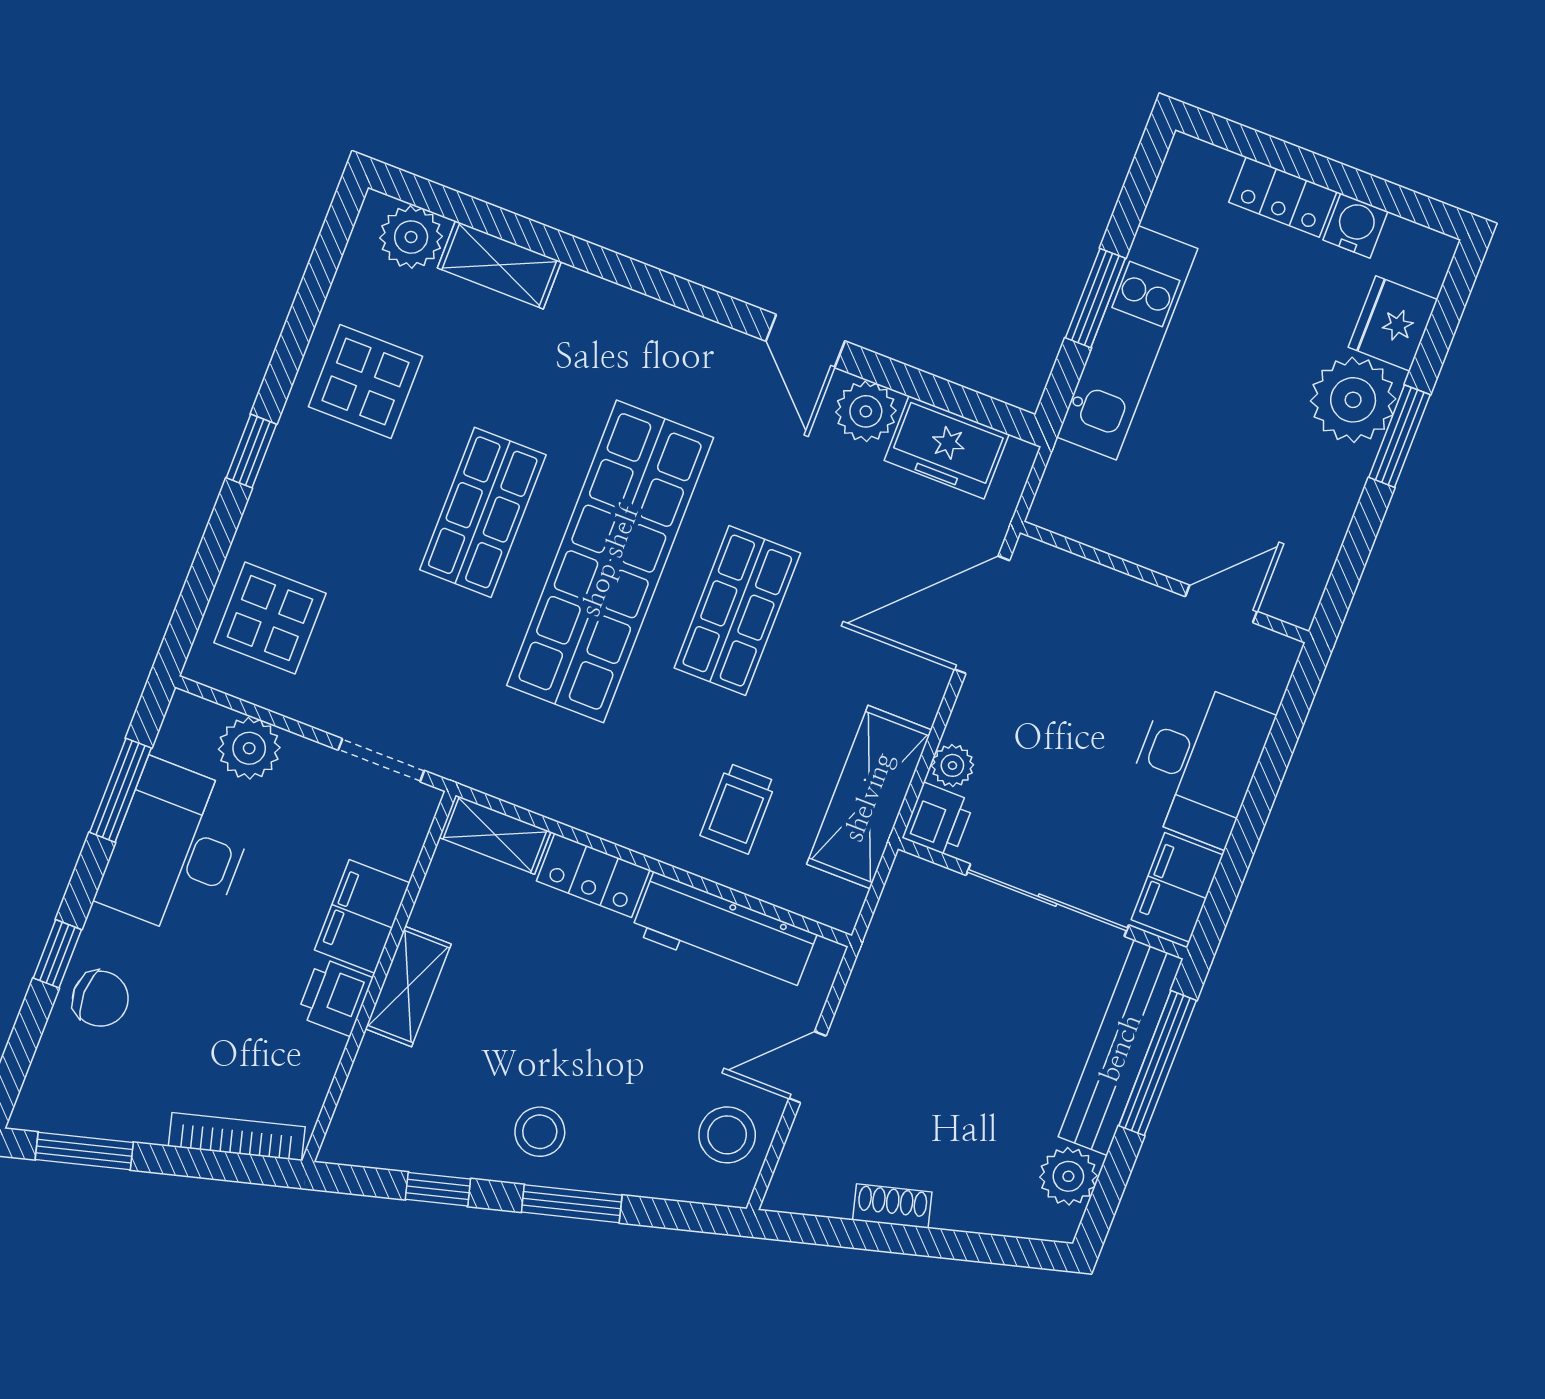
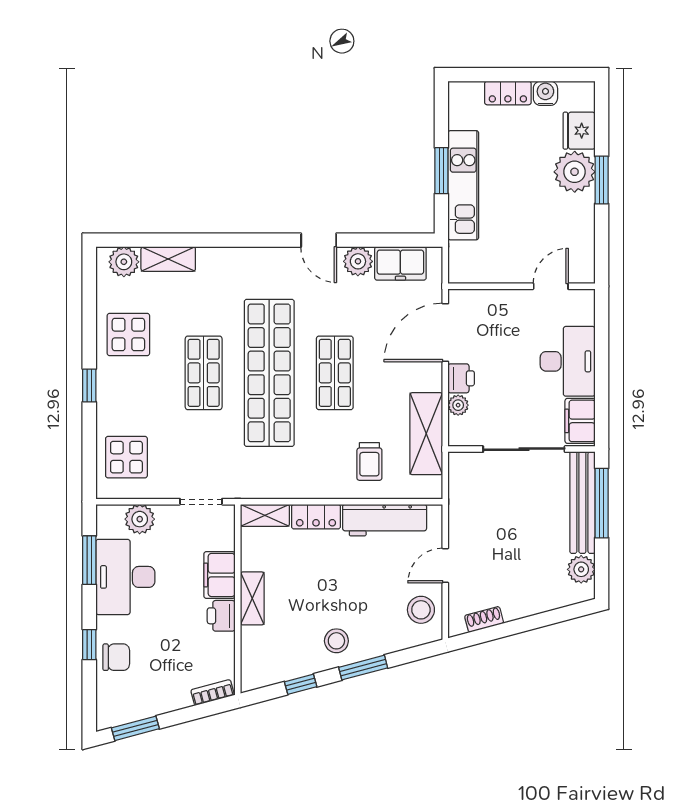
printer: (938, 820) -> (461, 378), moved
bookcase: (237, 1137) -> (212, 692), width x0.64
shoe rack: (892, 1206) -> (484, 619), moved

